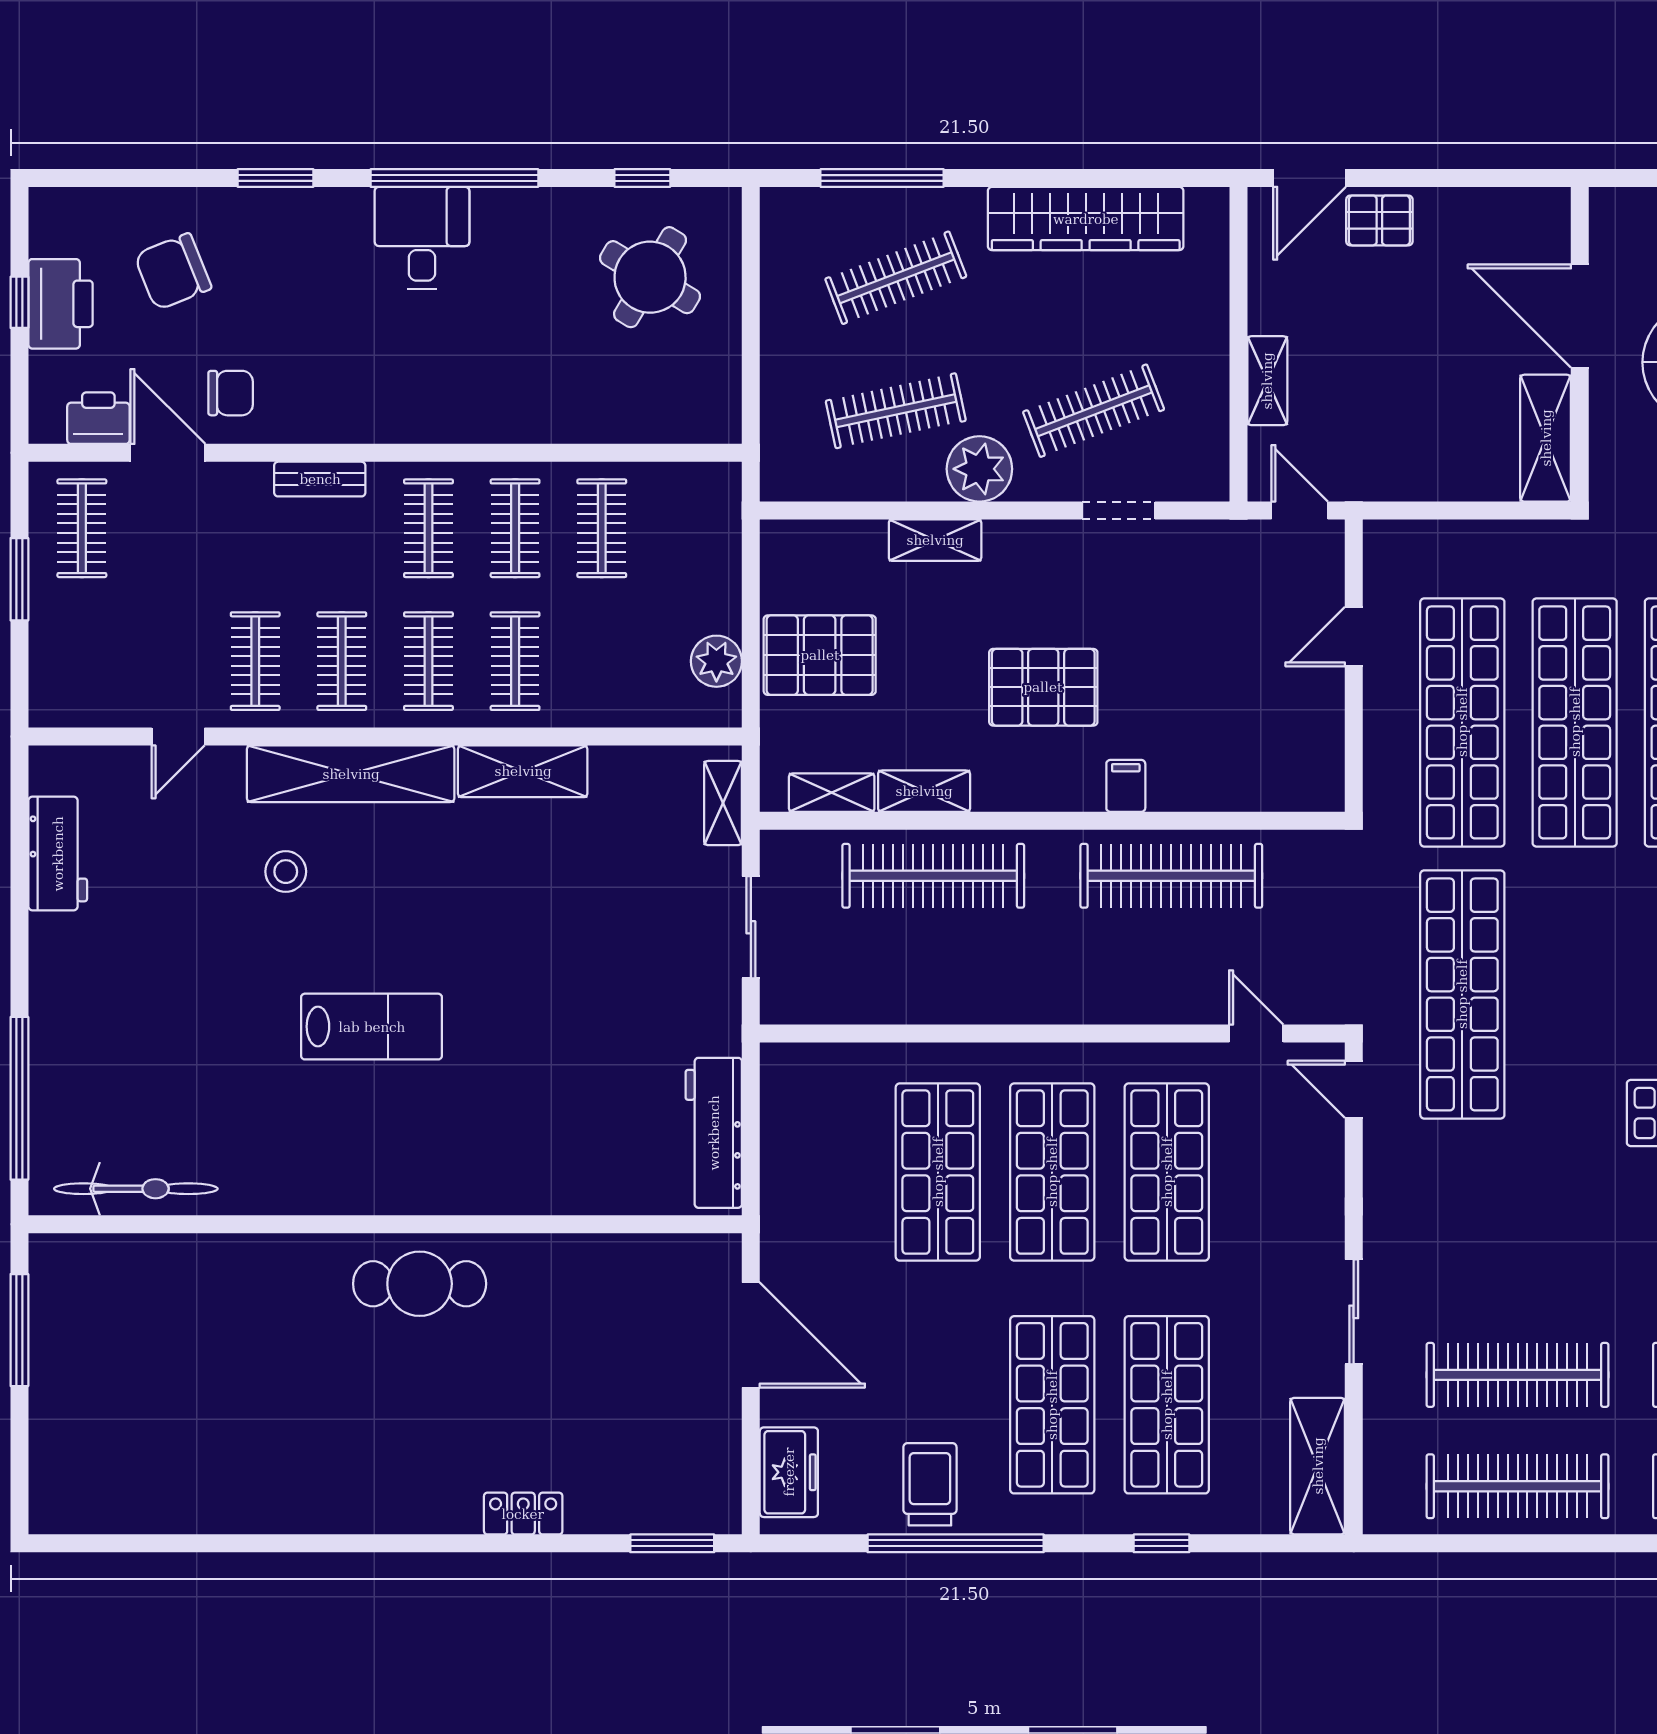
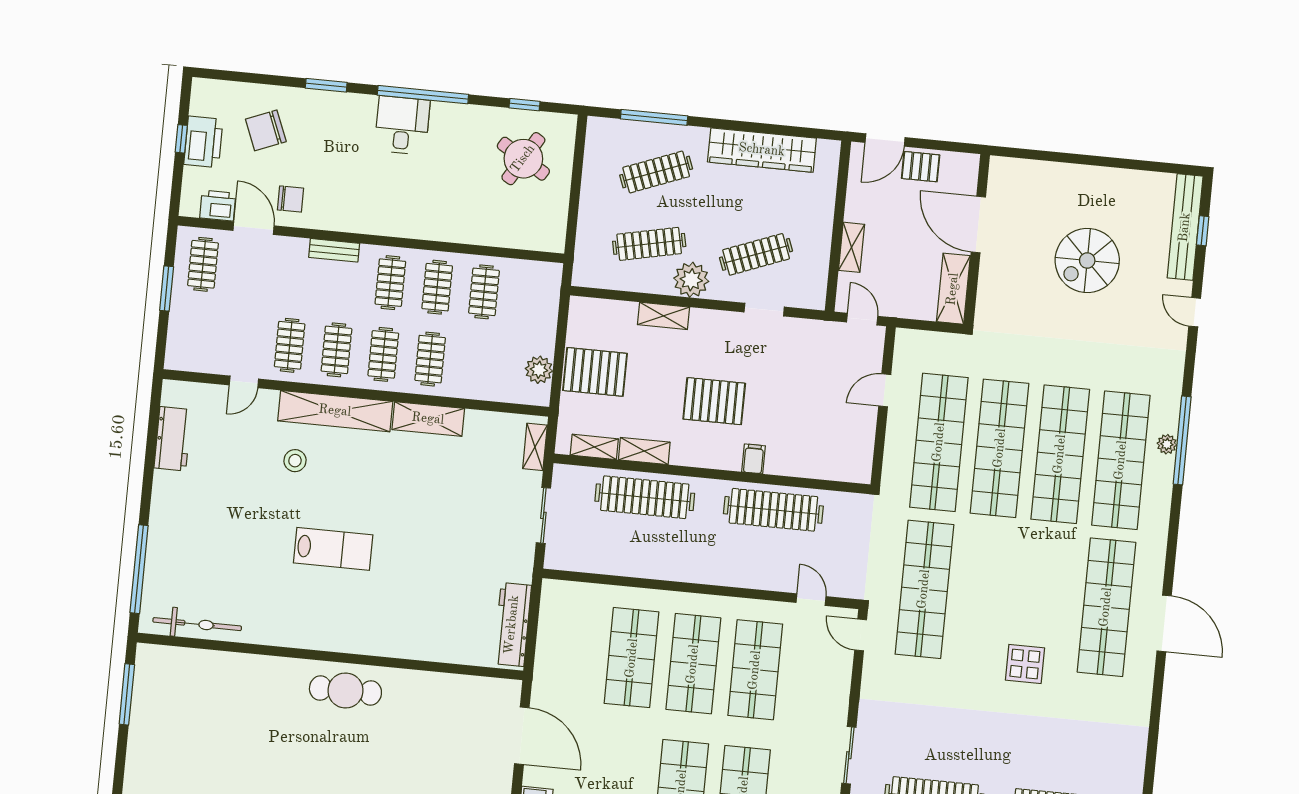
door: (1580, 316) -> (978, 225), moved
wall: (1580, 344) -> (977, 240), moved
shelving: (1546, 438) -> (953, 289), moved

